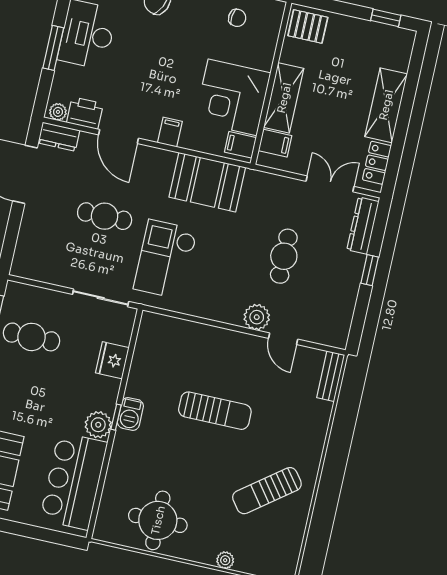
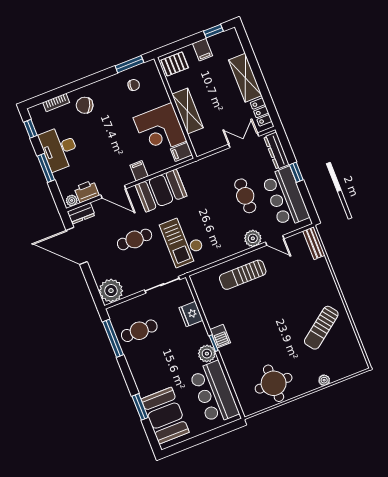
filing cabinet: (275, 143) -> (202, 50), moved, turned 90
booth: (207, 182) -> (161, 190), moved
plant: (30, 261) -> (111, 291), added
bar counter: (334, 293) -> (286, 197), added
sun lounger: (215, 411) -> (243, 275), moved, turned 180

